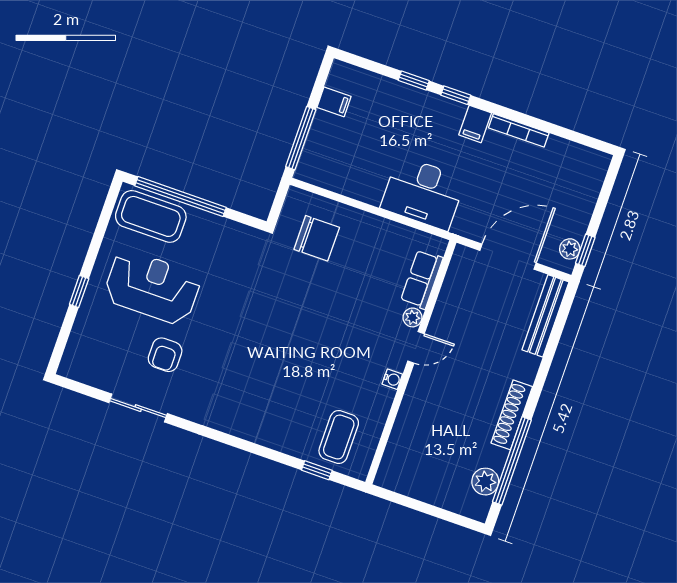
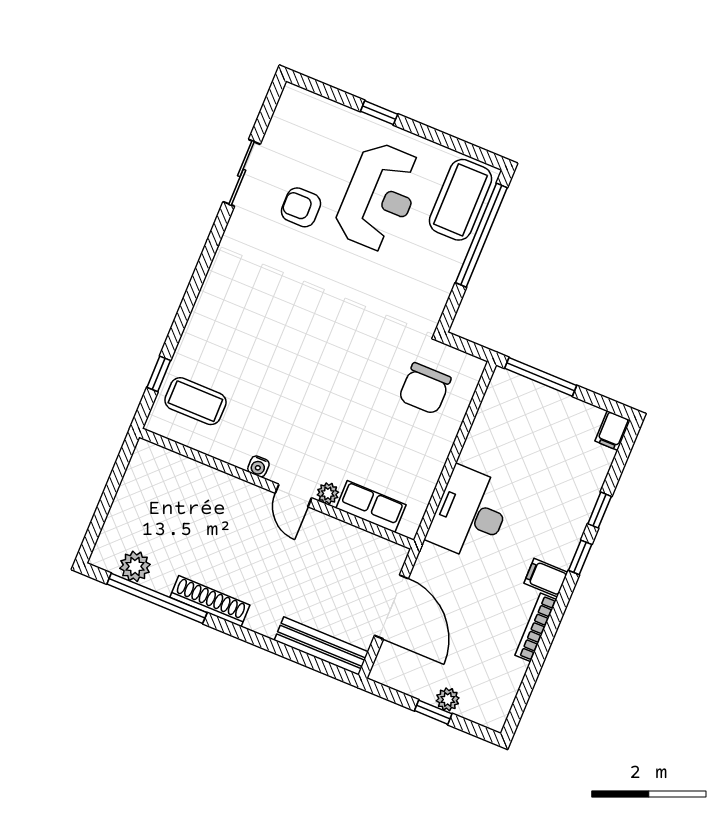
filing cabinet: (334, 102) -> (613, 431), moved
plant: (570, 249) -> (448, 699), moved
window: (585, 250) -> (433, 712), moved

